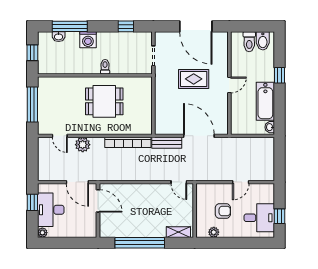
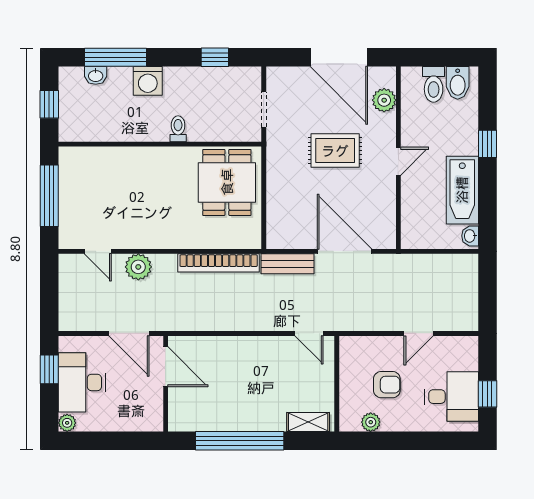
plant: (221, 51) -> (384, 100), added
dining table: (104, 101) -> (227, 182), moved, turned 90

